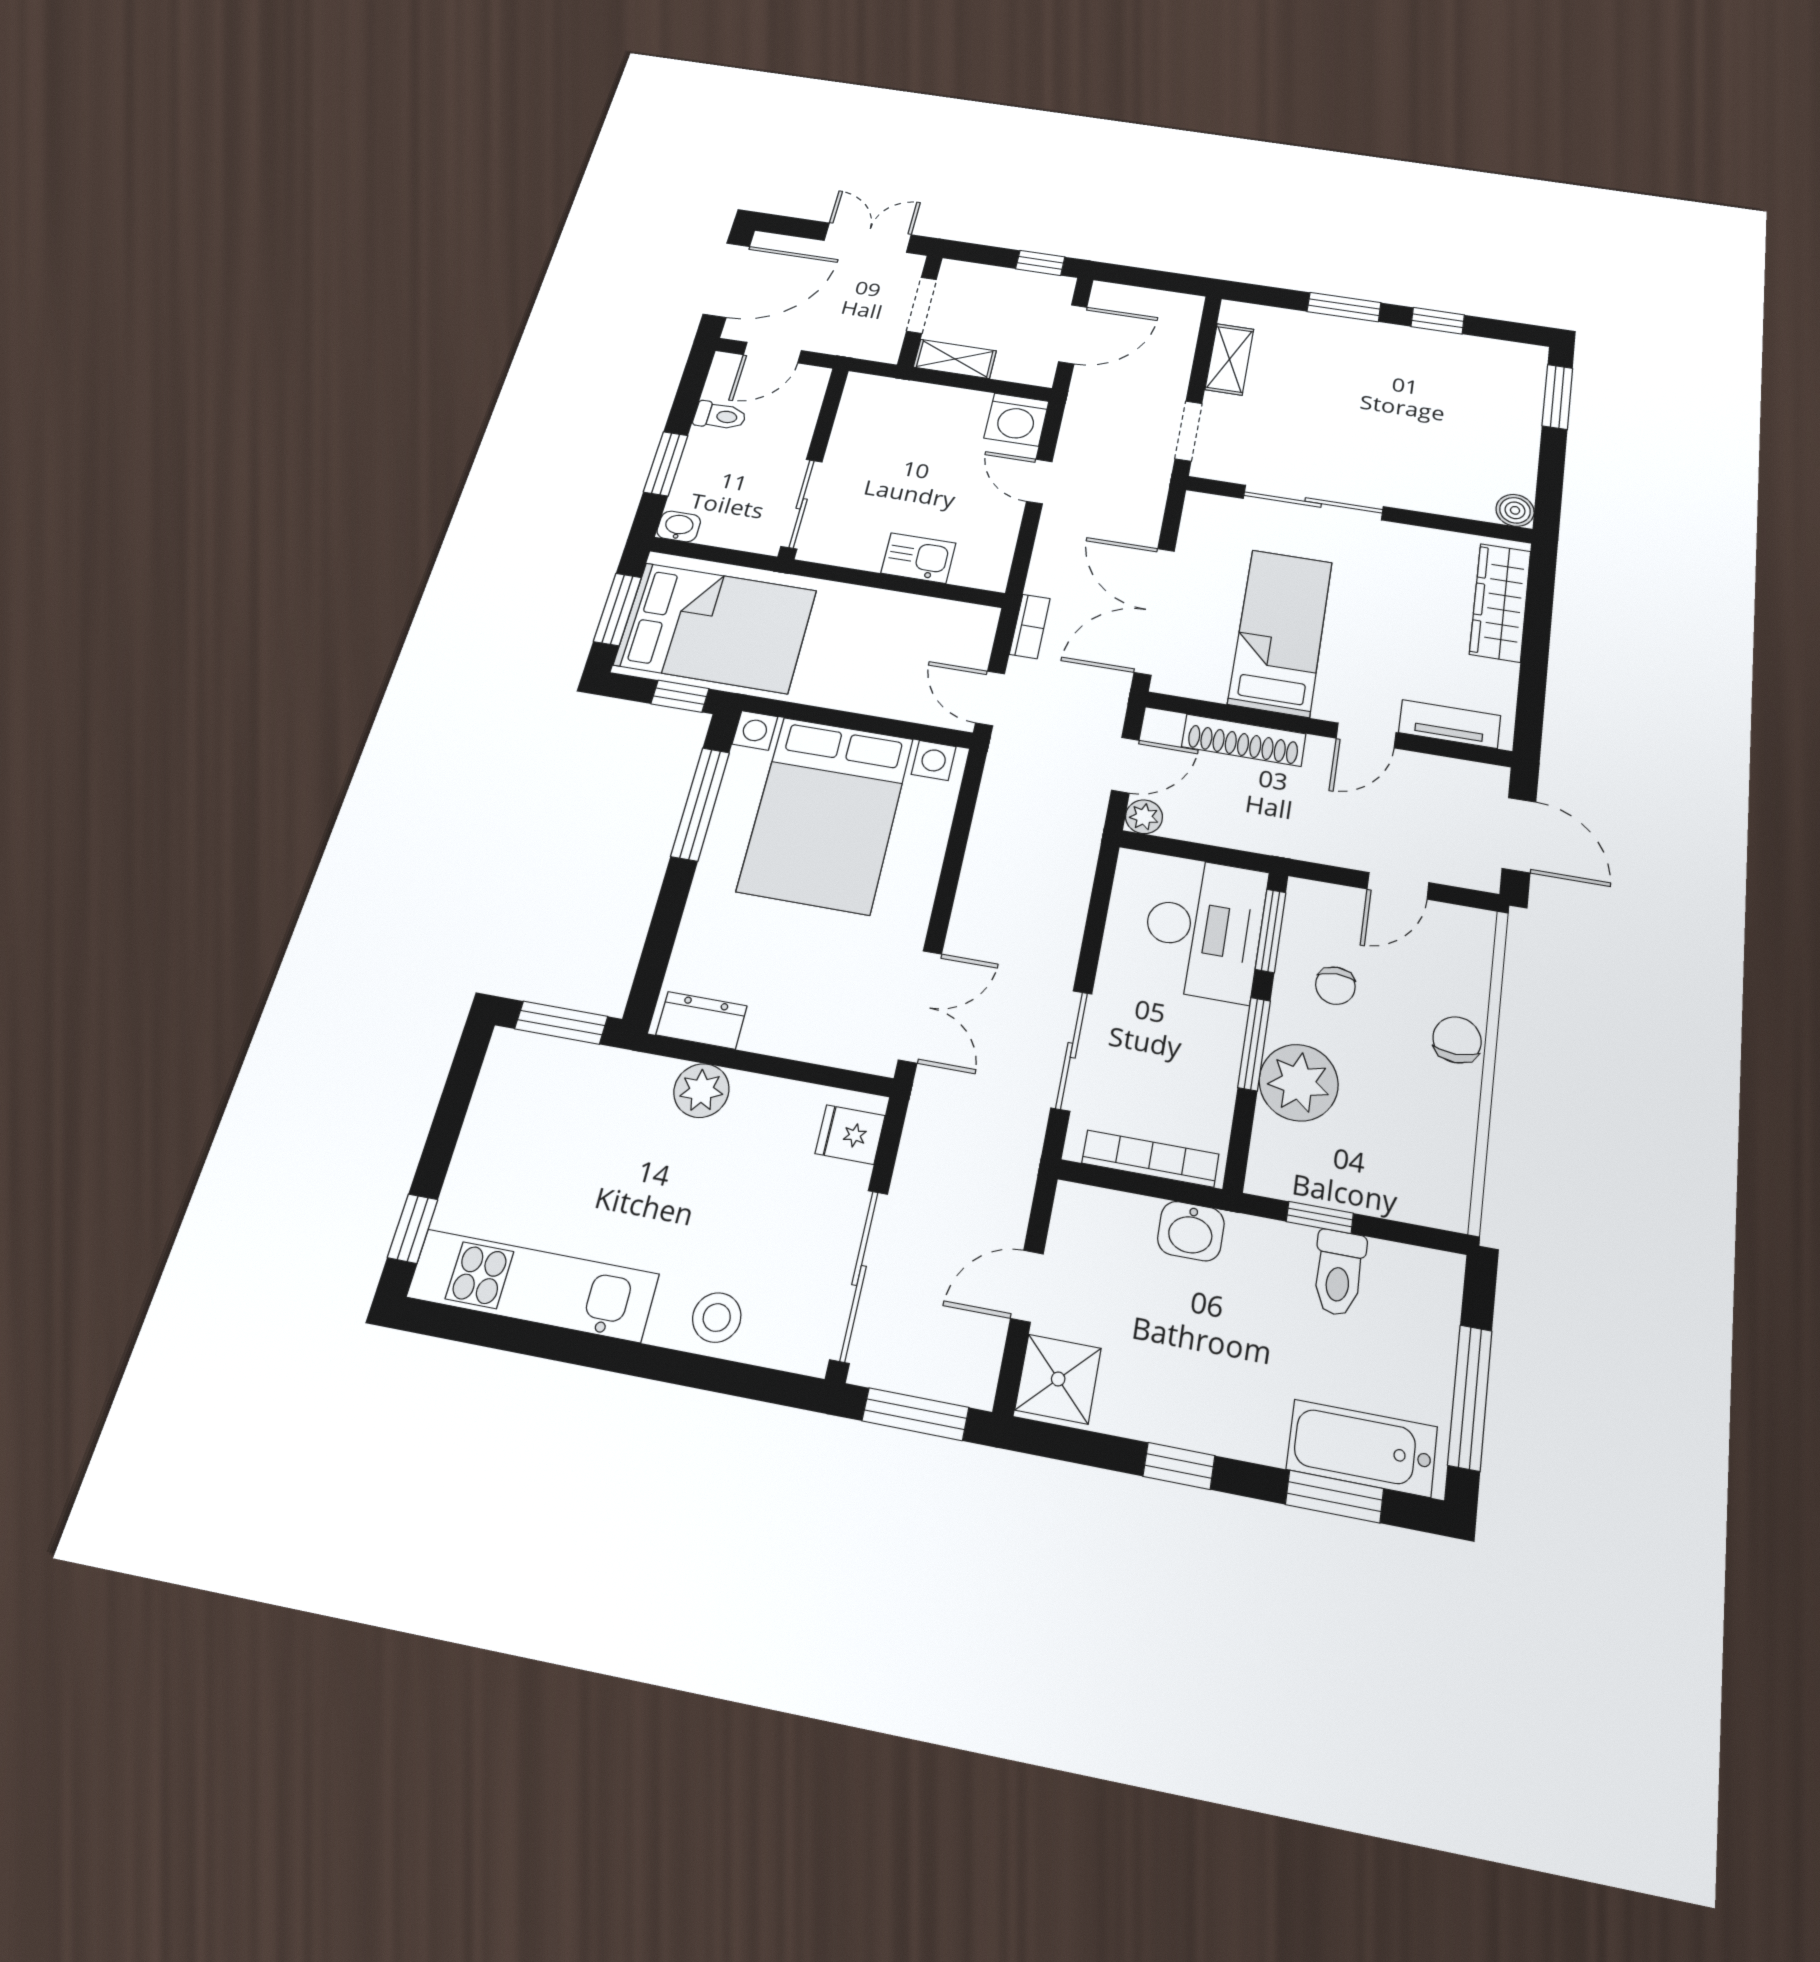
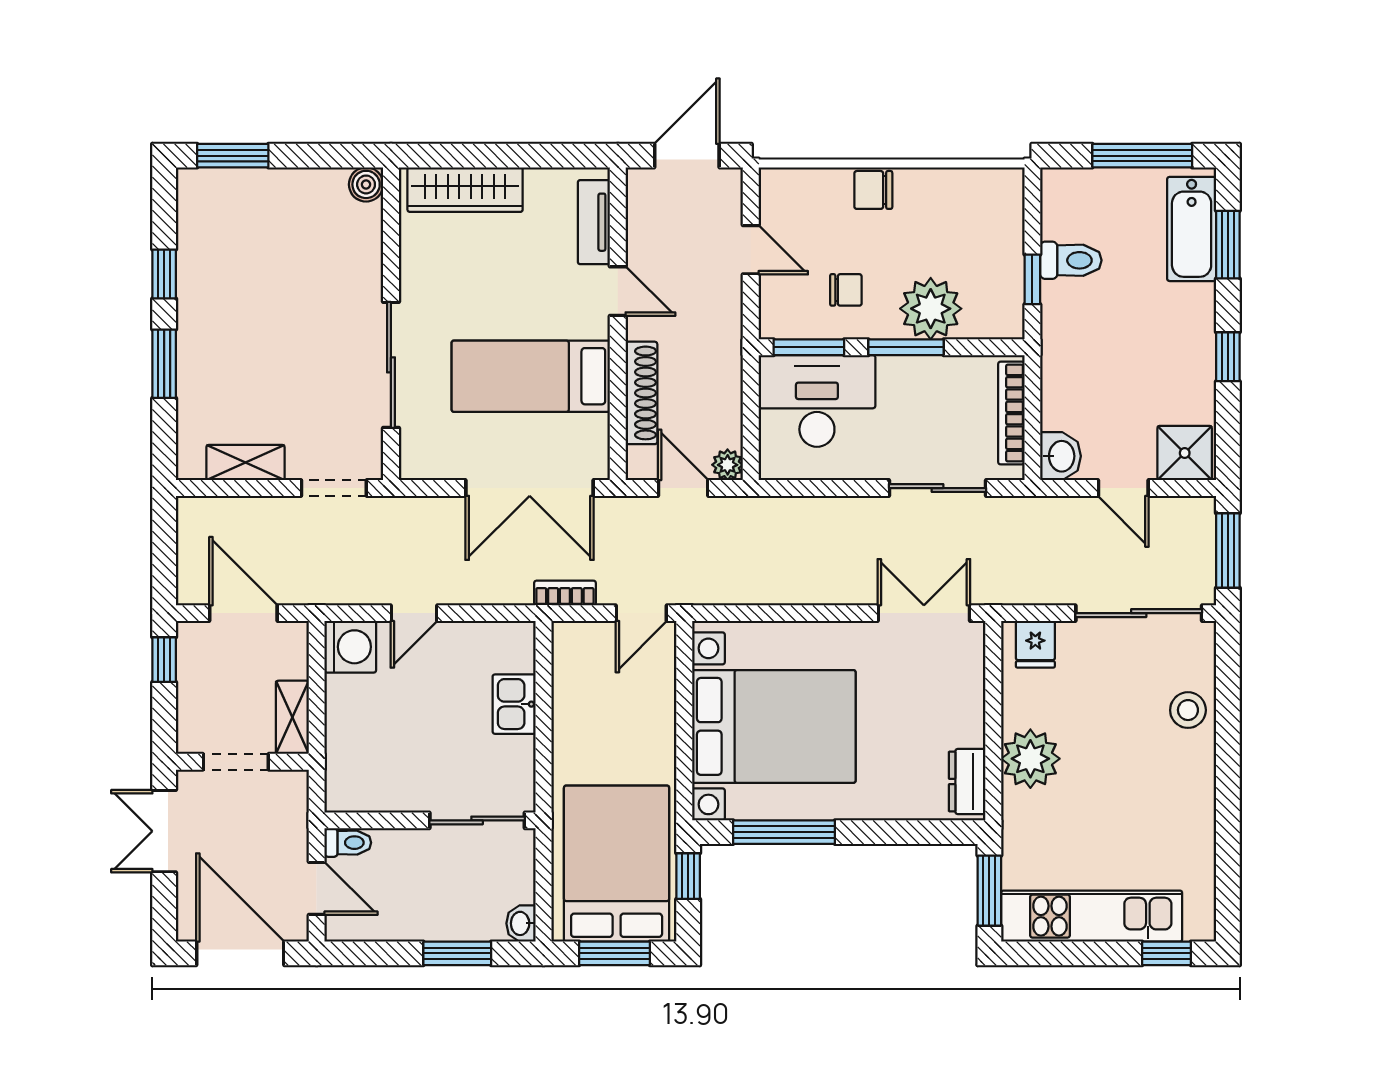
toilet: (720, 416) -> (348, 843), moved, turned 90
plant: (701, 1091) -> (1030, 759), width x1.36, depth x1.36
washbasin: (1191, 1231) -> (1060, 456), moved
kitchen unit: (533, 1286) -> (1092, 916), moved, turned 90

